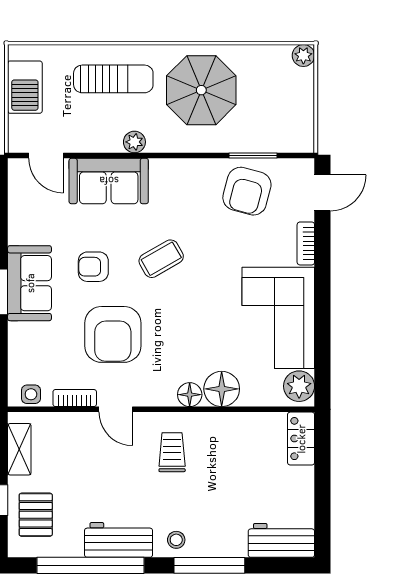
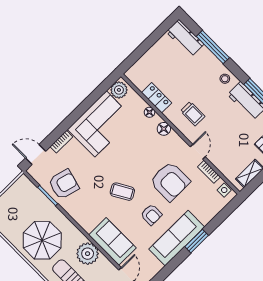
plant: (134, 142) -> (88, 254), width x1.88, depth x1.88
sofa: (30, 283) -> (177, 238), width x1.36
armchair: (113, 334) -> (170, 181), turned 90
floor lamp: (222, 389) -> (149, 112), width x0.53, depth x0.53
locker: (301, 439) -> (157, 98), moved, turned -90
trolley: (172, 452) -> (193, 114), turned -90
window: (209, 565) -> (213, 47), moved

